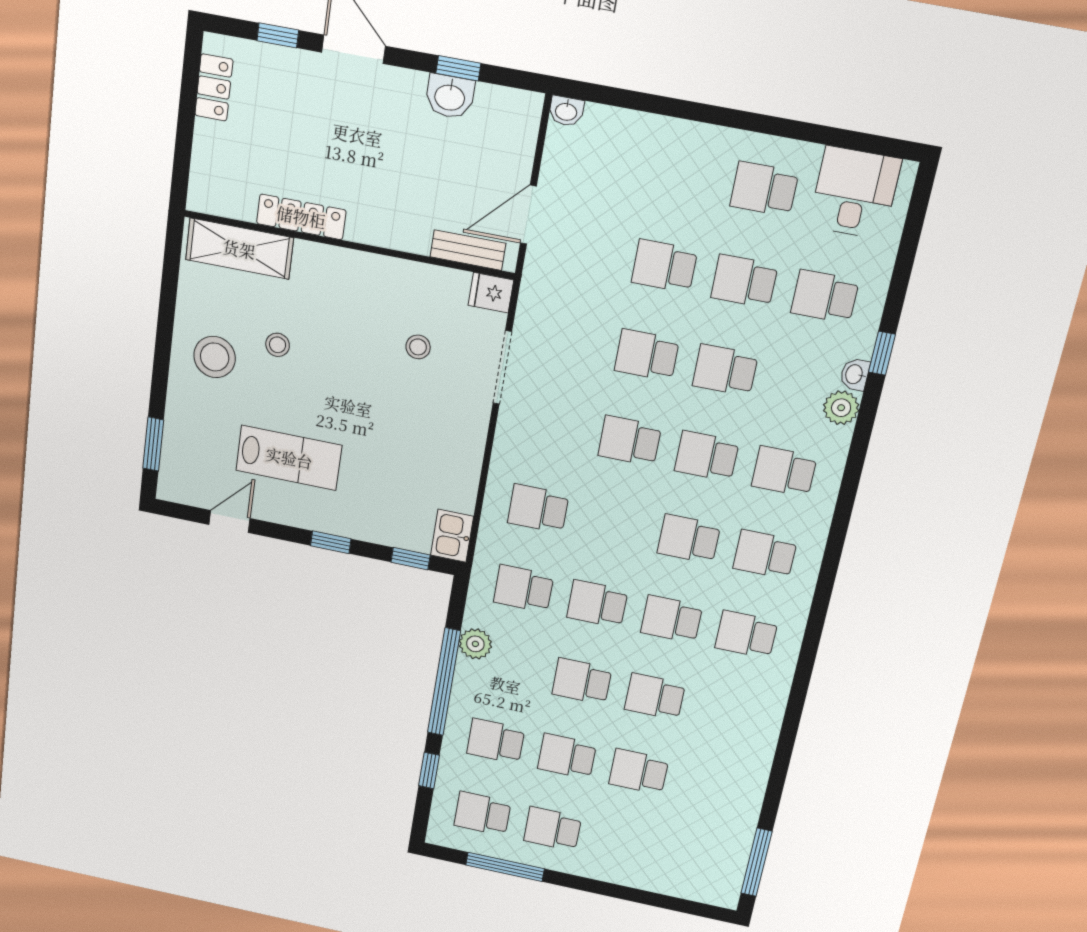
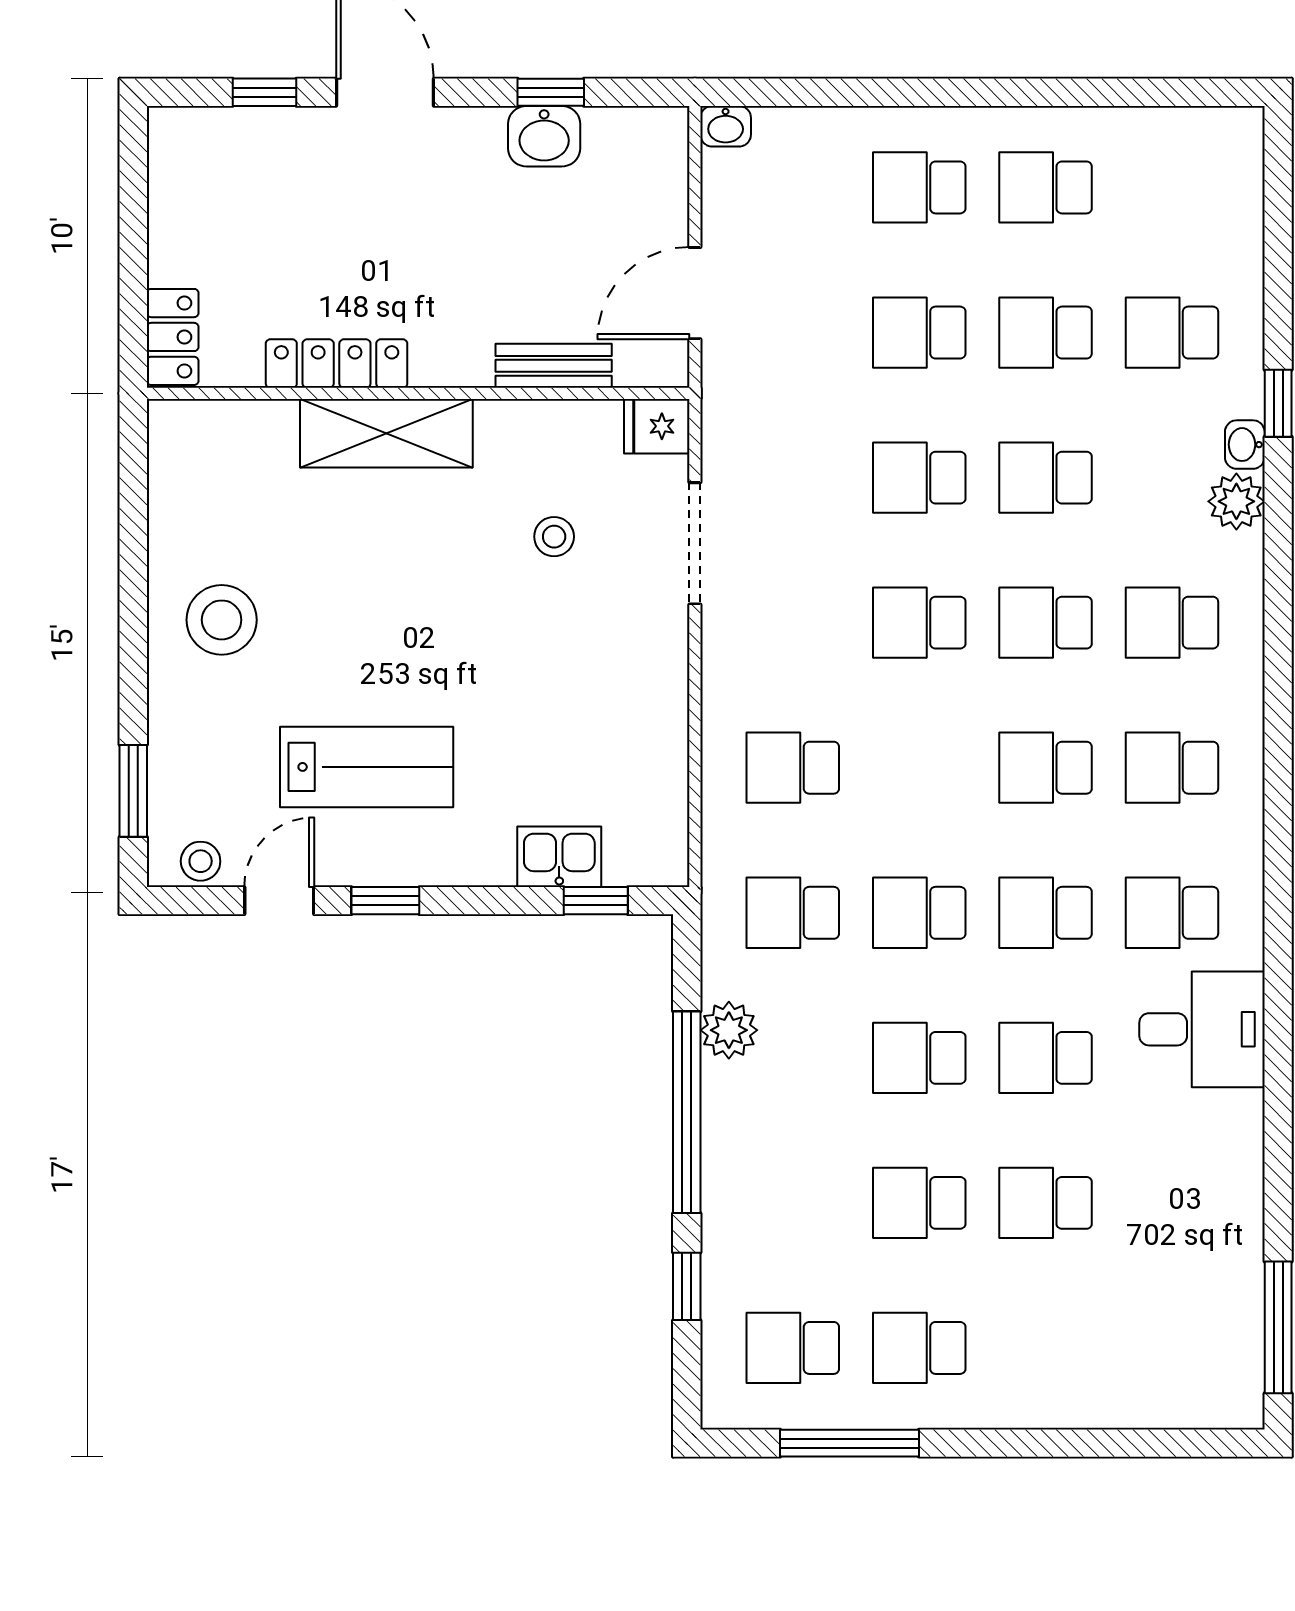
locker: (214, 87) -> (173, 337), moved
desk: (855, 193) -> (1202, 1029), moved, turned 90
shelving: (239, 249) -> (386, 433), moved
bench: (468, 250) -> (554, 366), moved
stool: (278, 345) -> (201, 861), moved
kitchen sink: (452, 536) -> (559, 857), moved, turned 90
window: (331, 542) -> (385, 901), moved
school desk: (496, 741) -> (919, 187), moved

